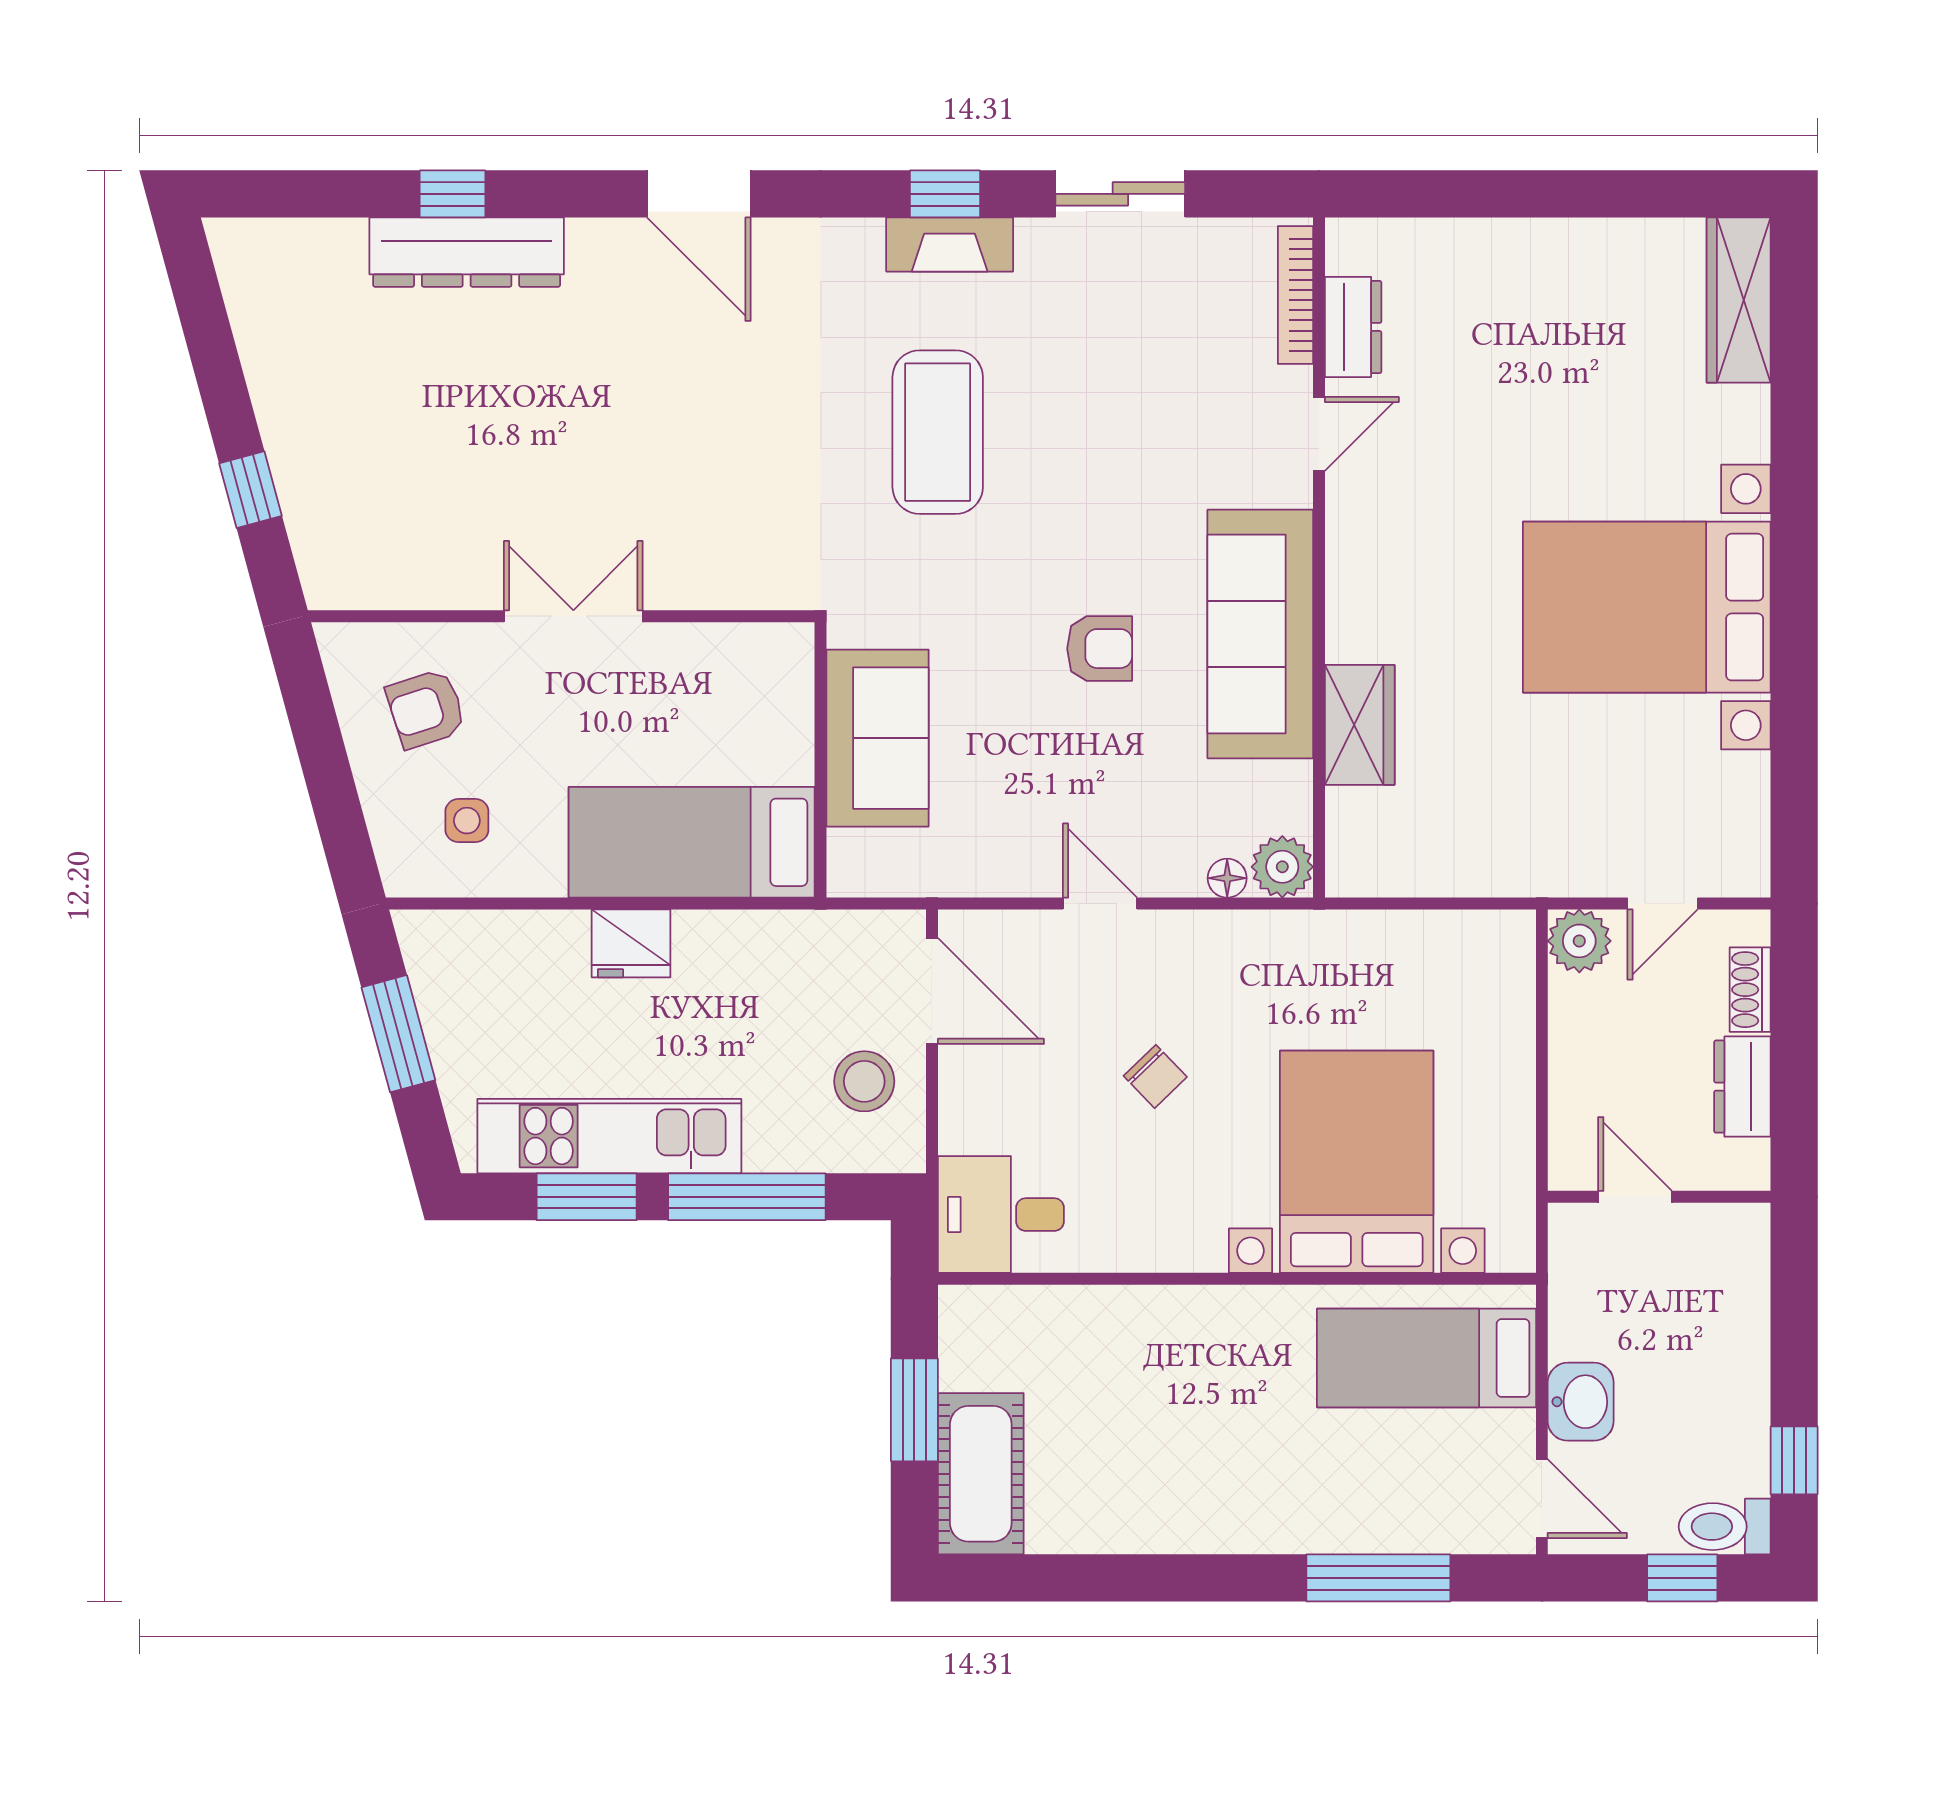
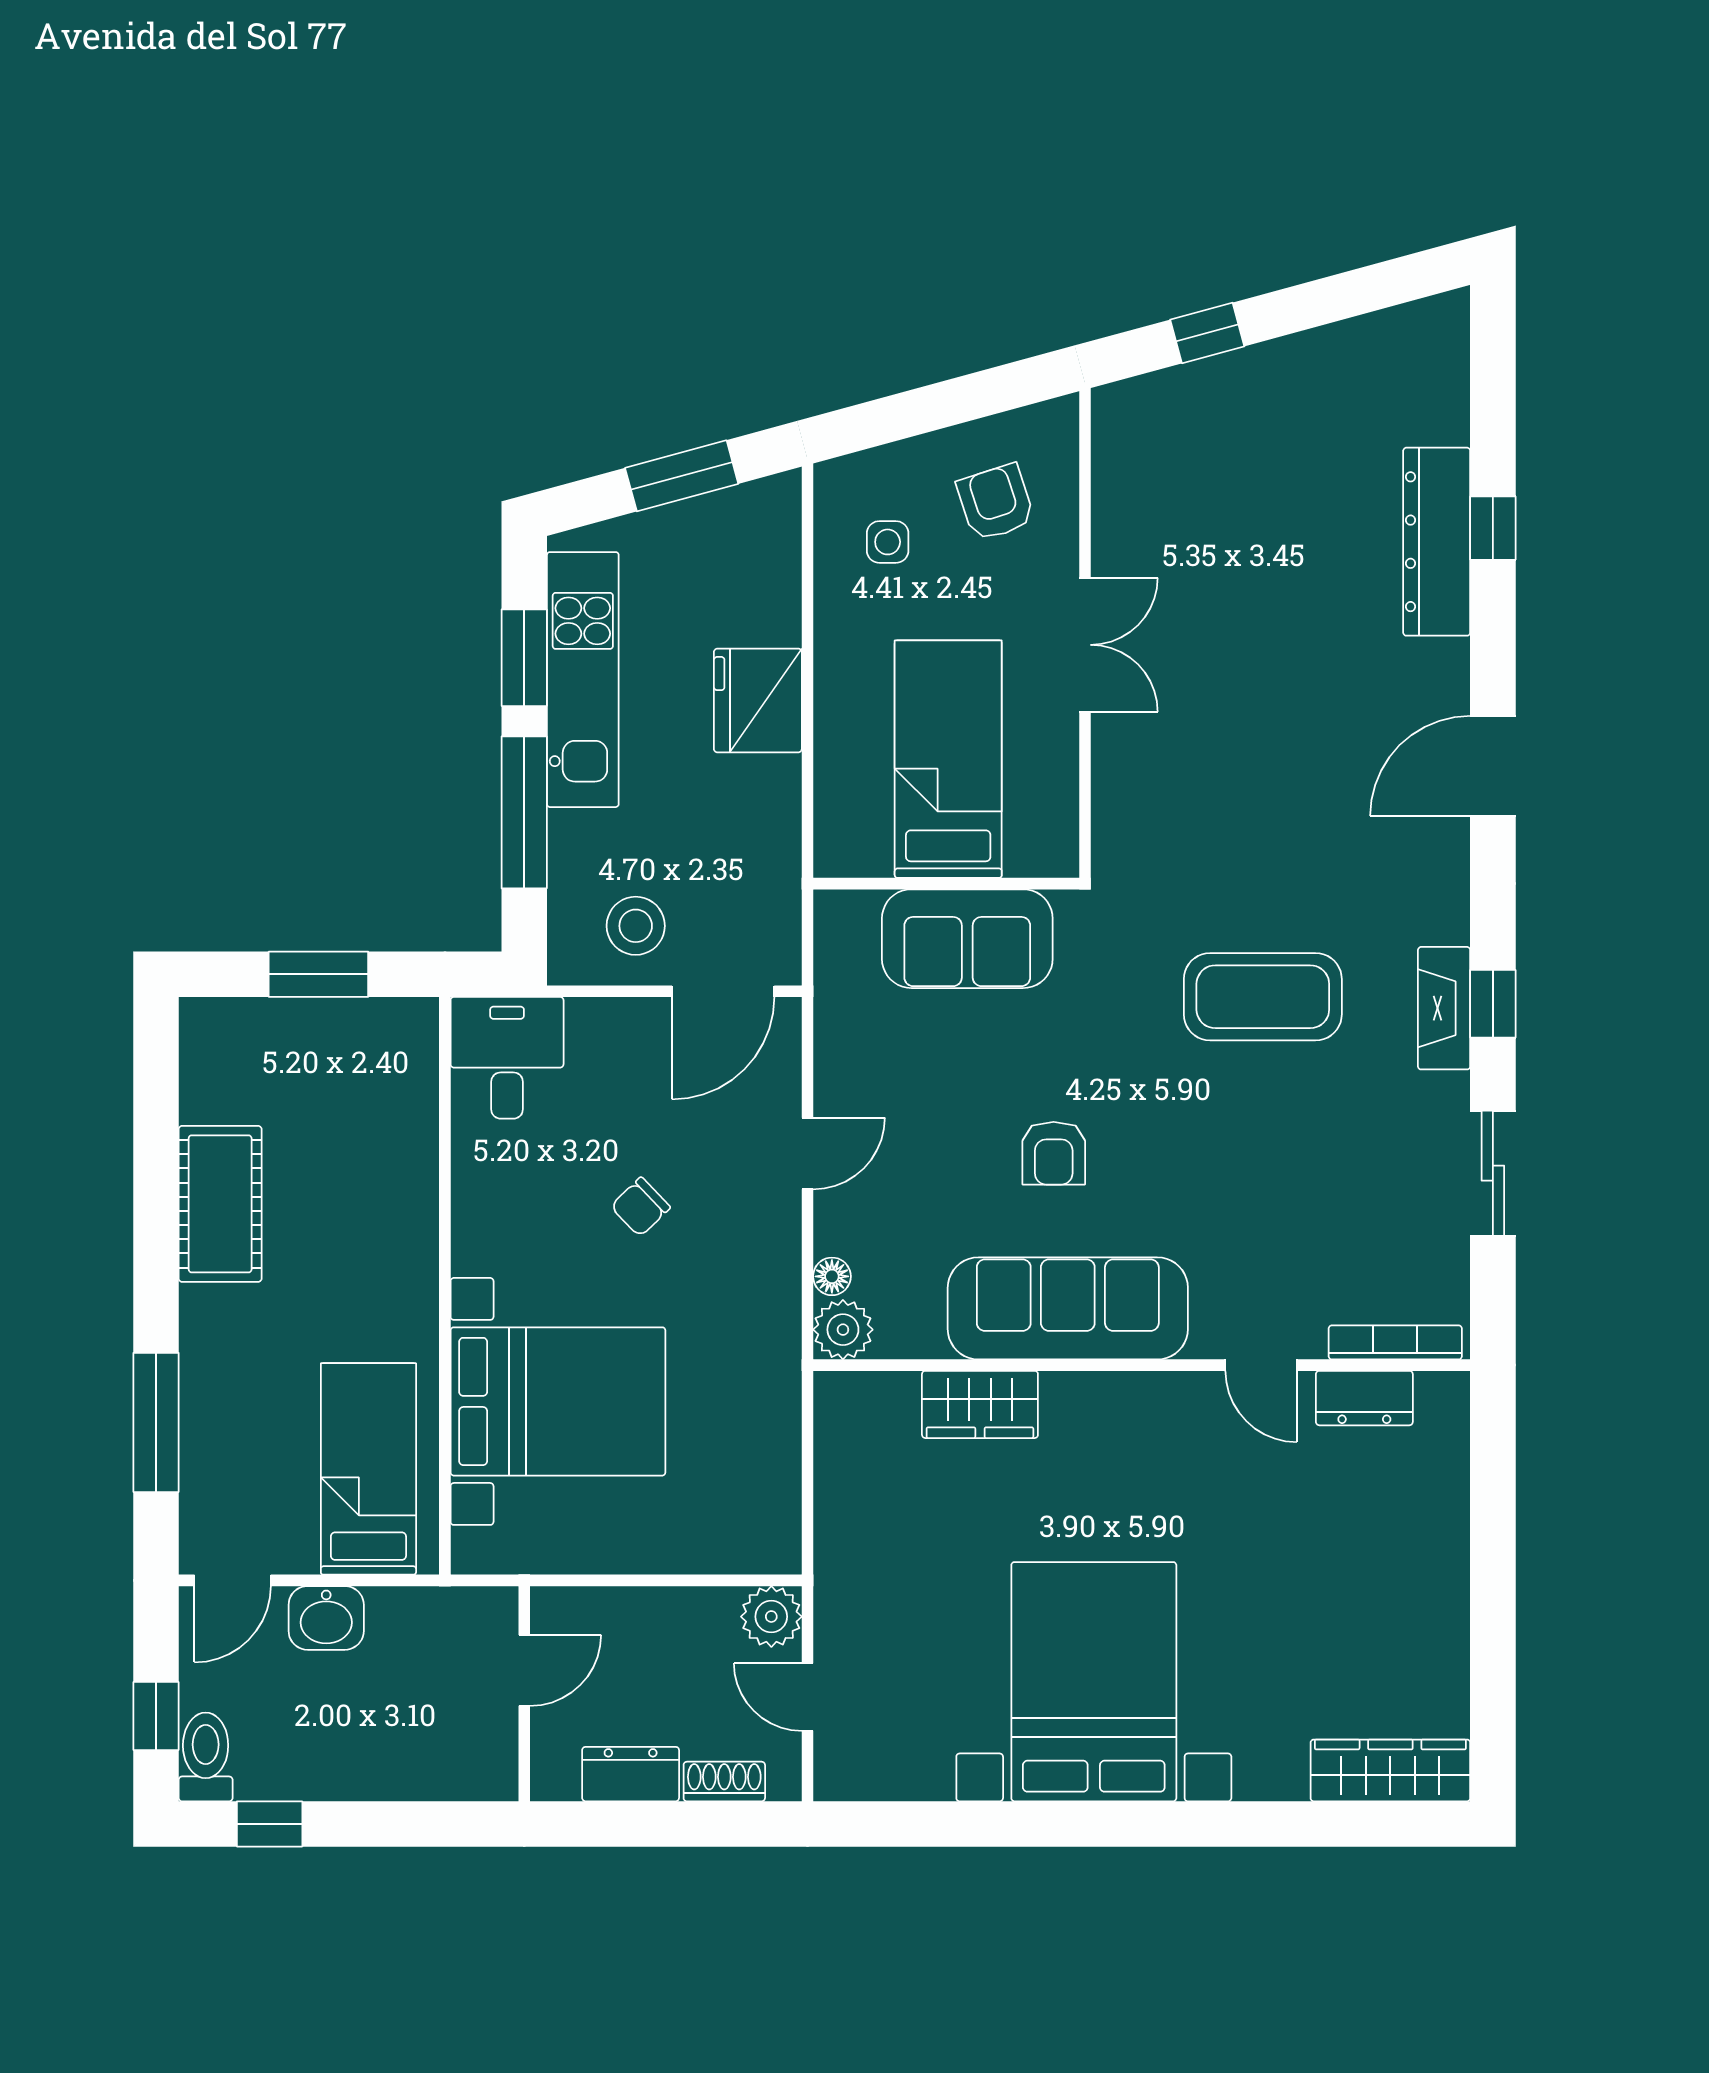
bed: (692, 842) -> (948, 759), moved
fridge: (631, 943) -> (758, 700), width x1.36, depth x1.34
cot: (981, 1474) -> (220, 1204), moved, turned 90

